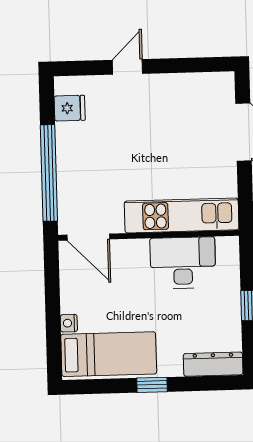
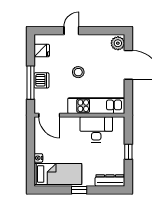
plant: (221, 89) -> (118, 43), added
stool: (144, 149) -> (78, 72), added
dishwasher: (71, 168) -> (42, 80), added
window: (49, 173) -> (31, 83), width x0.68

